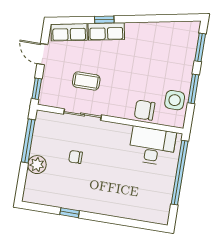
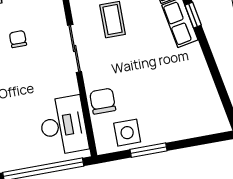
window: (200, 47) -> (201, 141), removed
sliding door: (83, 115) -> (75, 48), moved

